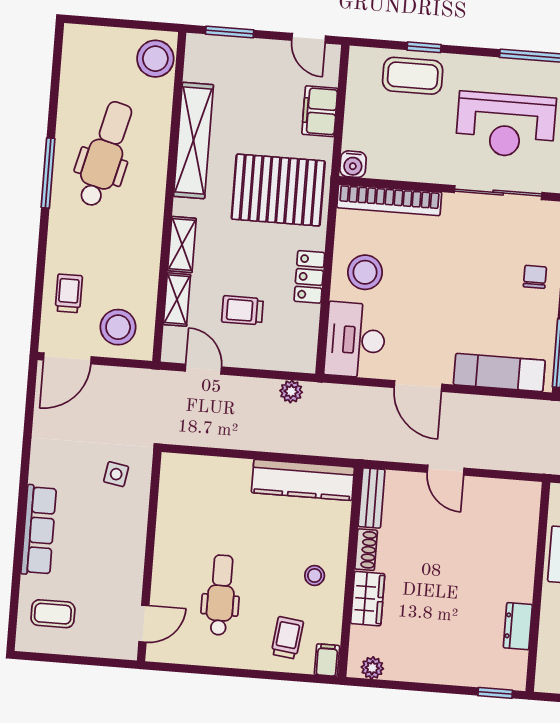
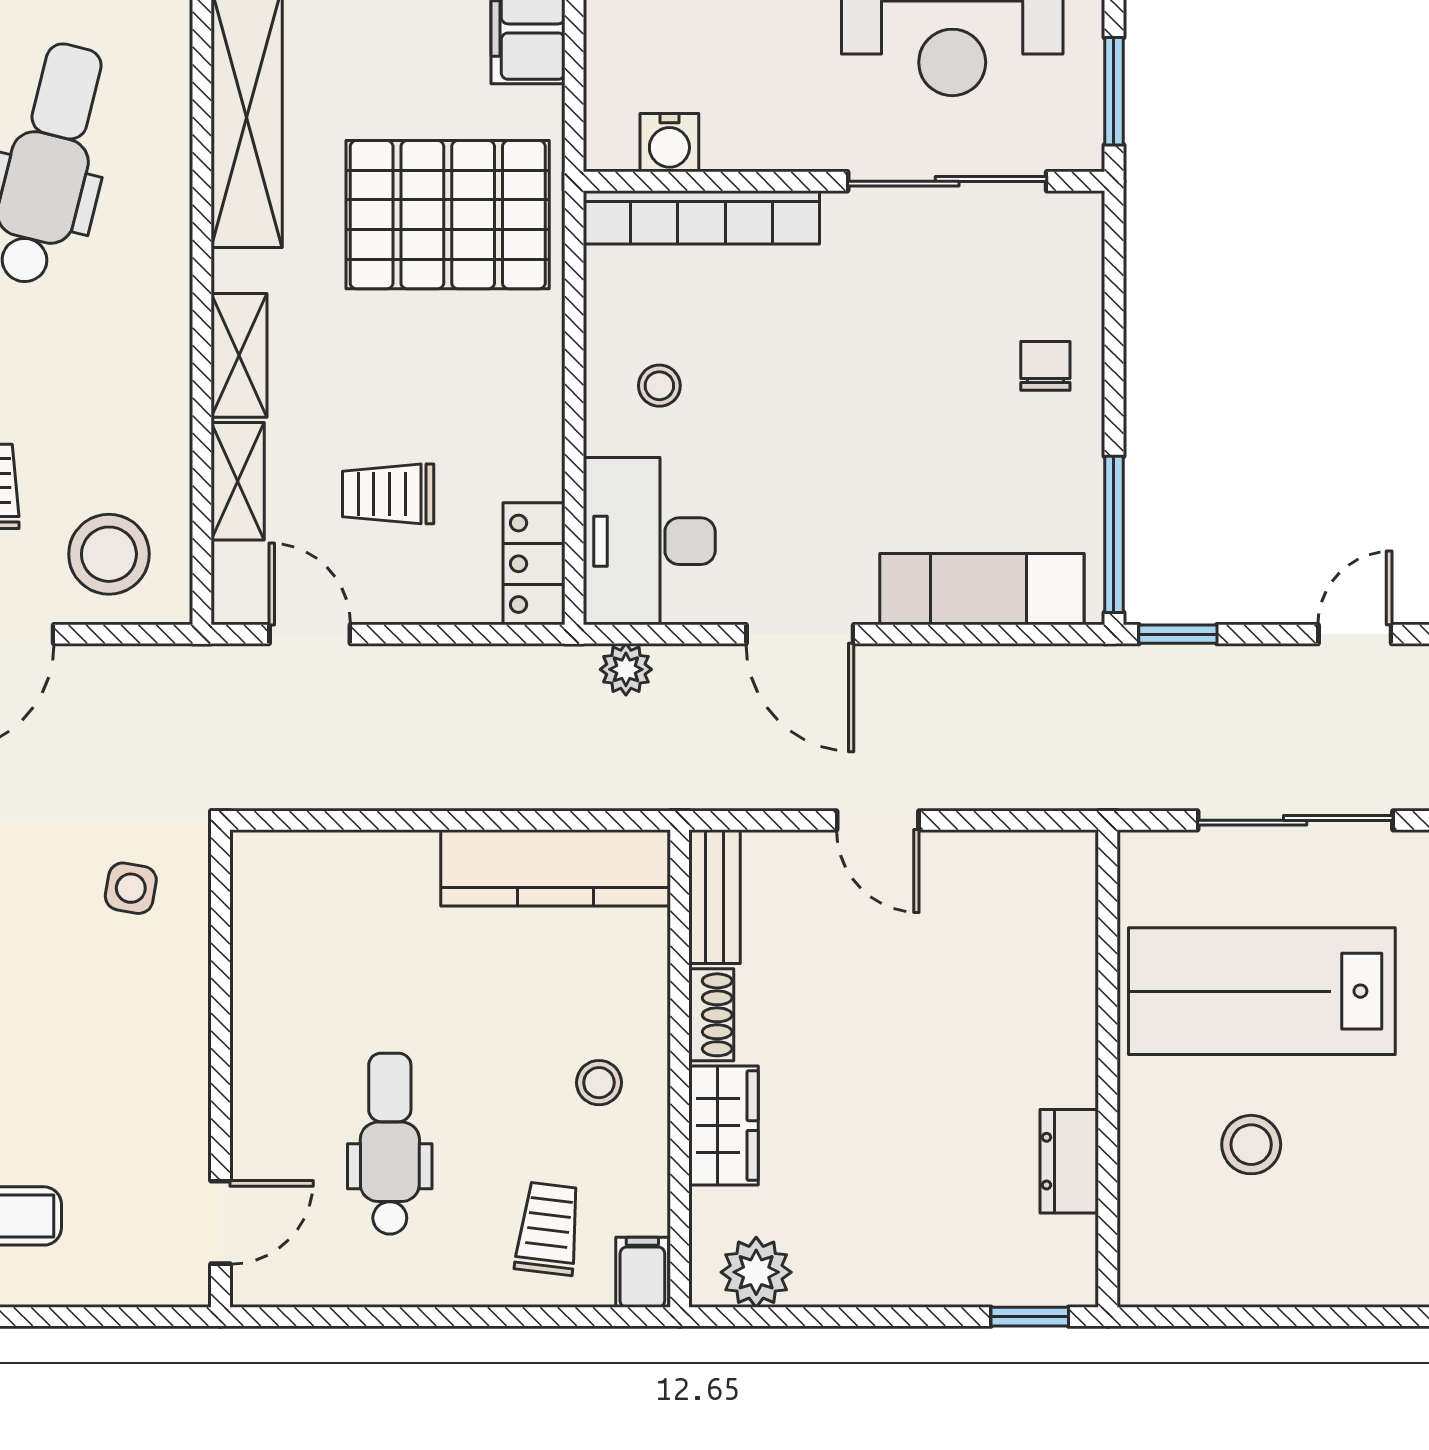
water cooler: (353, 164) -> (669, 143), moved
stool: (365, 272) -> (659, 386), width x0.53, depth x0.53
locker: (309, 277) -> (534, 564), moved
plant: (291, 391) -> (626, 669), moved
plant: (372, 668) -> (756, 1272), width x1.38, depth x1.38

